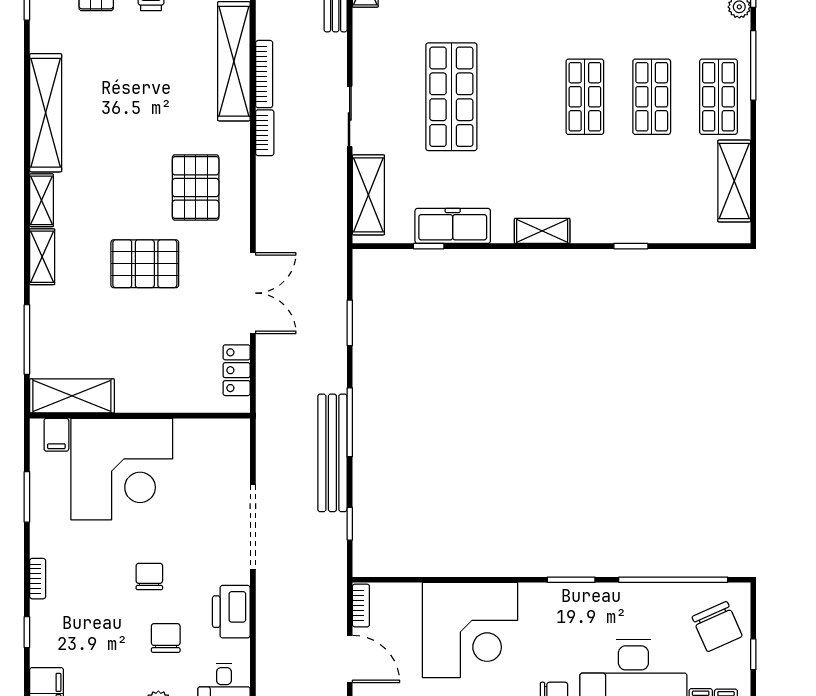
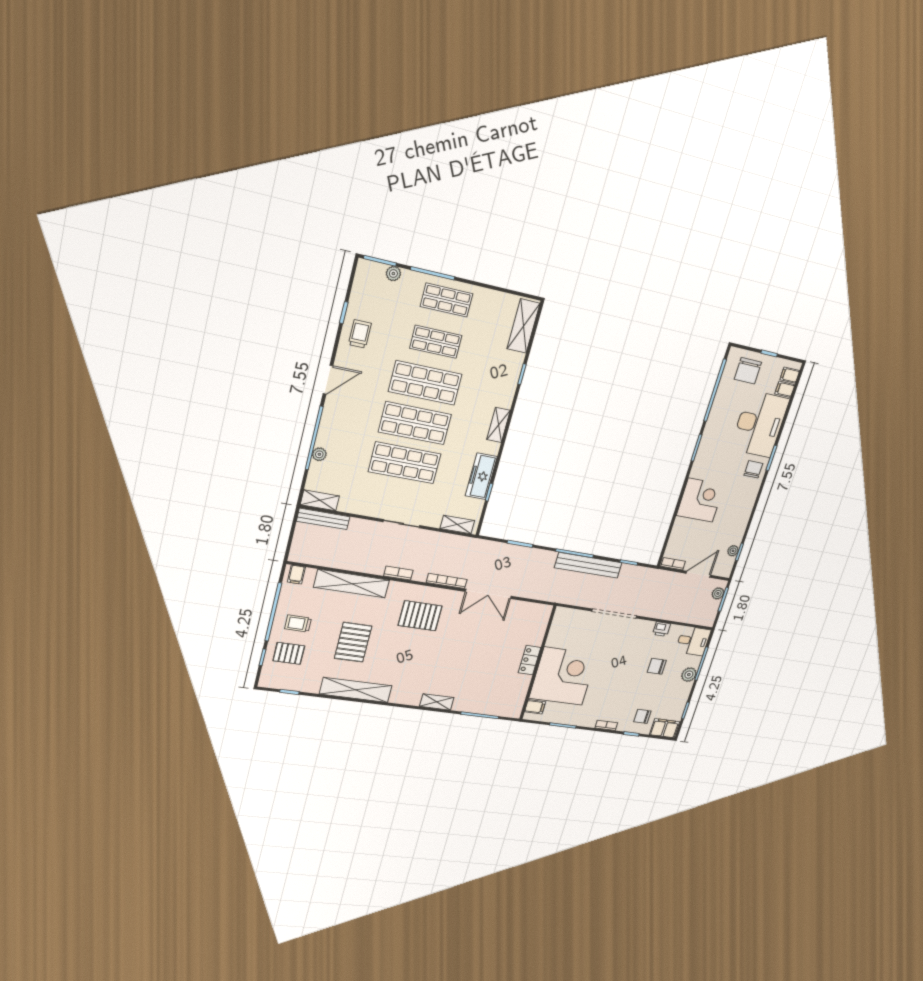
bookcase: (264, 74) -> (447, 581), moved
shop shelf: (518, 97) -> (415, 423), added
shop shelf: (585, 97) -> (425, 383), width x1.43, depth x1.36
shelving: (734, 181) -> (523, 326), moved, turned 90
shelving: (368, 195) -> (457, 525), width x0.67, depth x0.75
shelving: (41, 200) -> (405, 698), removed
pallet: (145, 264) -> (353, 642), moved
double door: (253, 293) -> (488, 594), swing flipped
locker: (237, 370) -> (530, 660), moved, turned 90
shelving: (72, 396) -> (517, 696), removed
chair: (149, 576) -> (642, 716), moved
printer: (231, 612) -> (662, 629), width x0.53, depth x0.68
chair: (717, 627) -> (748, 371), turned 114
corner desk: (470, 630) -> (700, 500), width x0.74, depth x0.74

